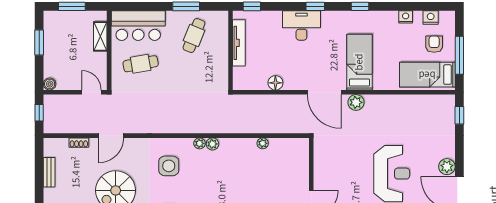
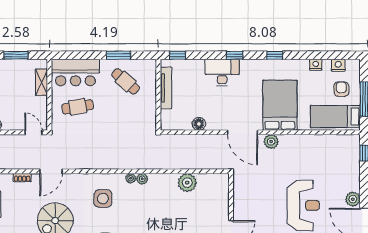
cafe table: (194, 36) -> (126, 81), turned -71
bed: (359, 62) -> (280, 105), width x1.50
plant: (263, 143) -> (187, 183), width x1.87, depth x1.87

